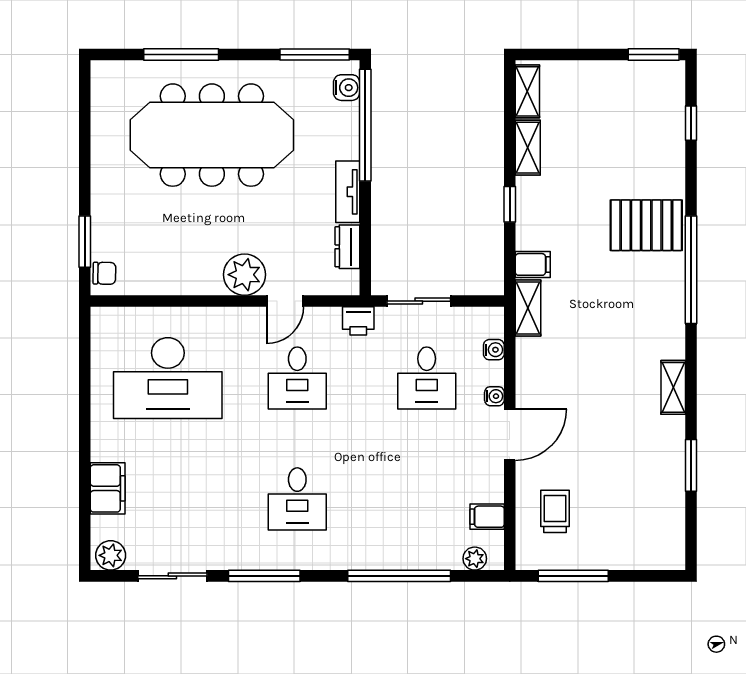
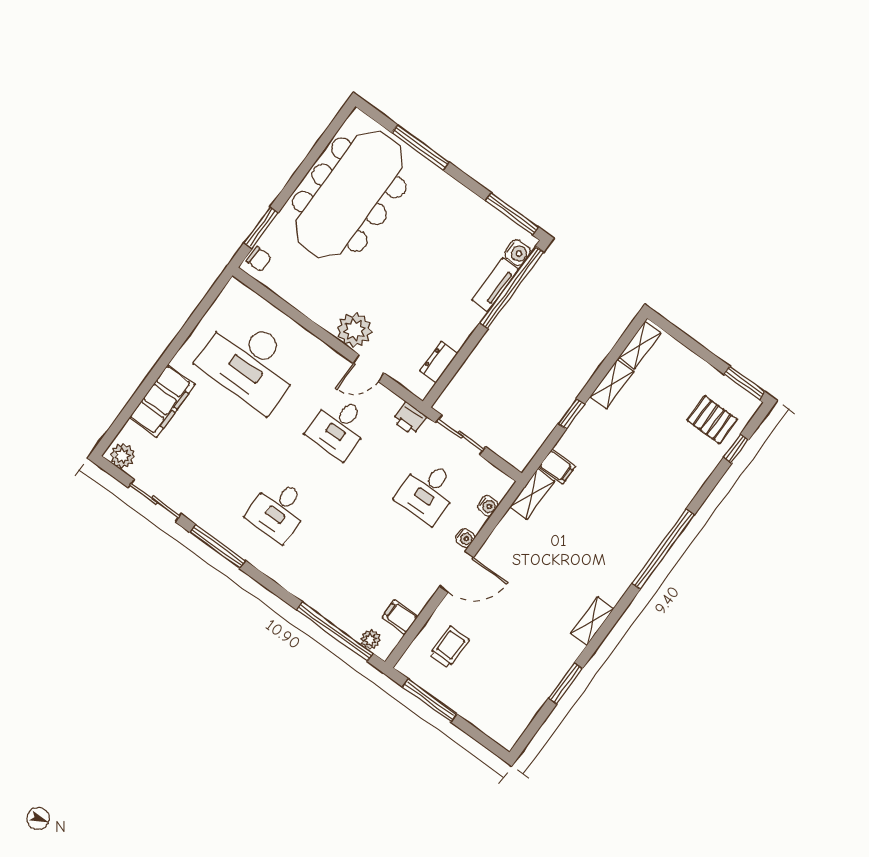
meeting table: (212, 135) -> (349, 194), moved, turned 90
tv unit: (348, 192) -> (495, 285), moved
pallet: (646, 225) -> (712, 420), moved, width x0.67, depth x0.71
filing cabinet: (108, 488) -> (162, 401), width x1.50, depth x1.17
window: (399, 576) -> (335, 632), moved

